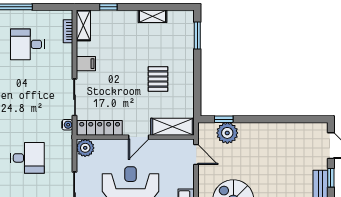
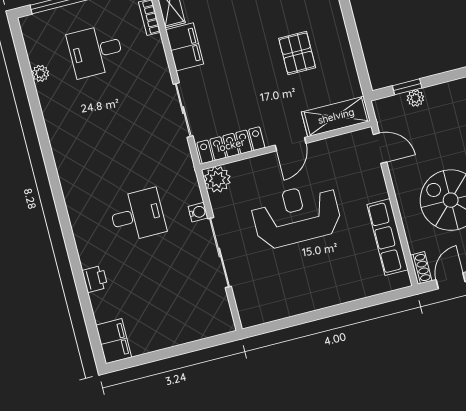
filing cabinet: (86, 64) -> (185, 47), width x2.00
water cooler: (67, 125) -> (198, 212), moved
plant: (227, 133) -> (415, 98), width x0.53, depth x0.53

